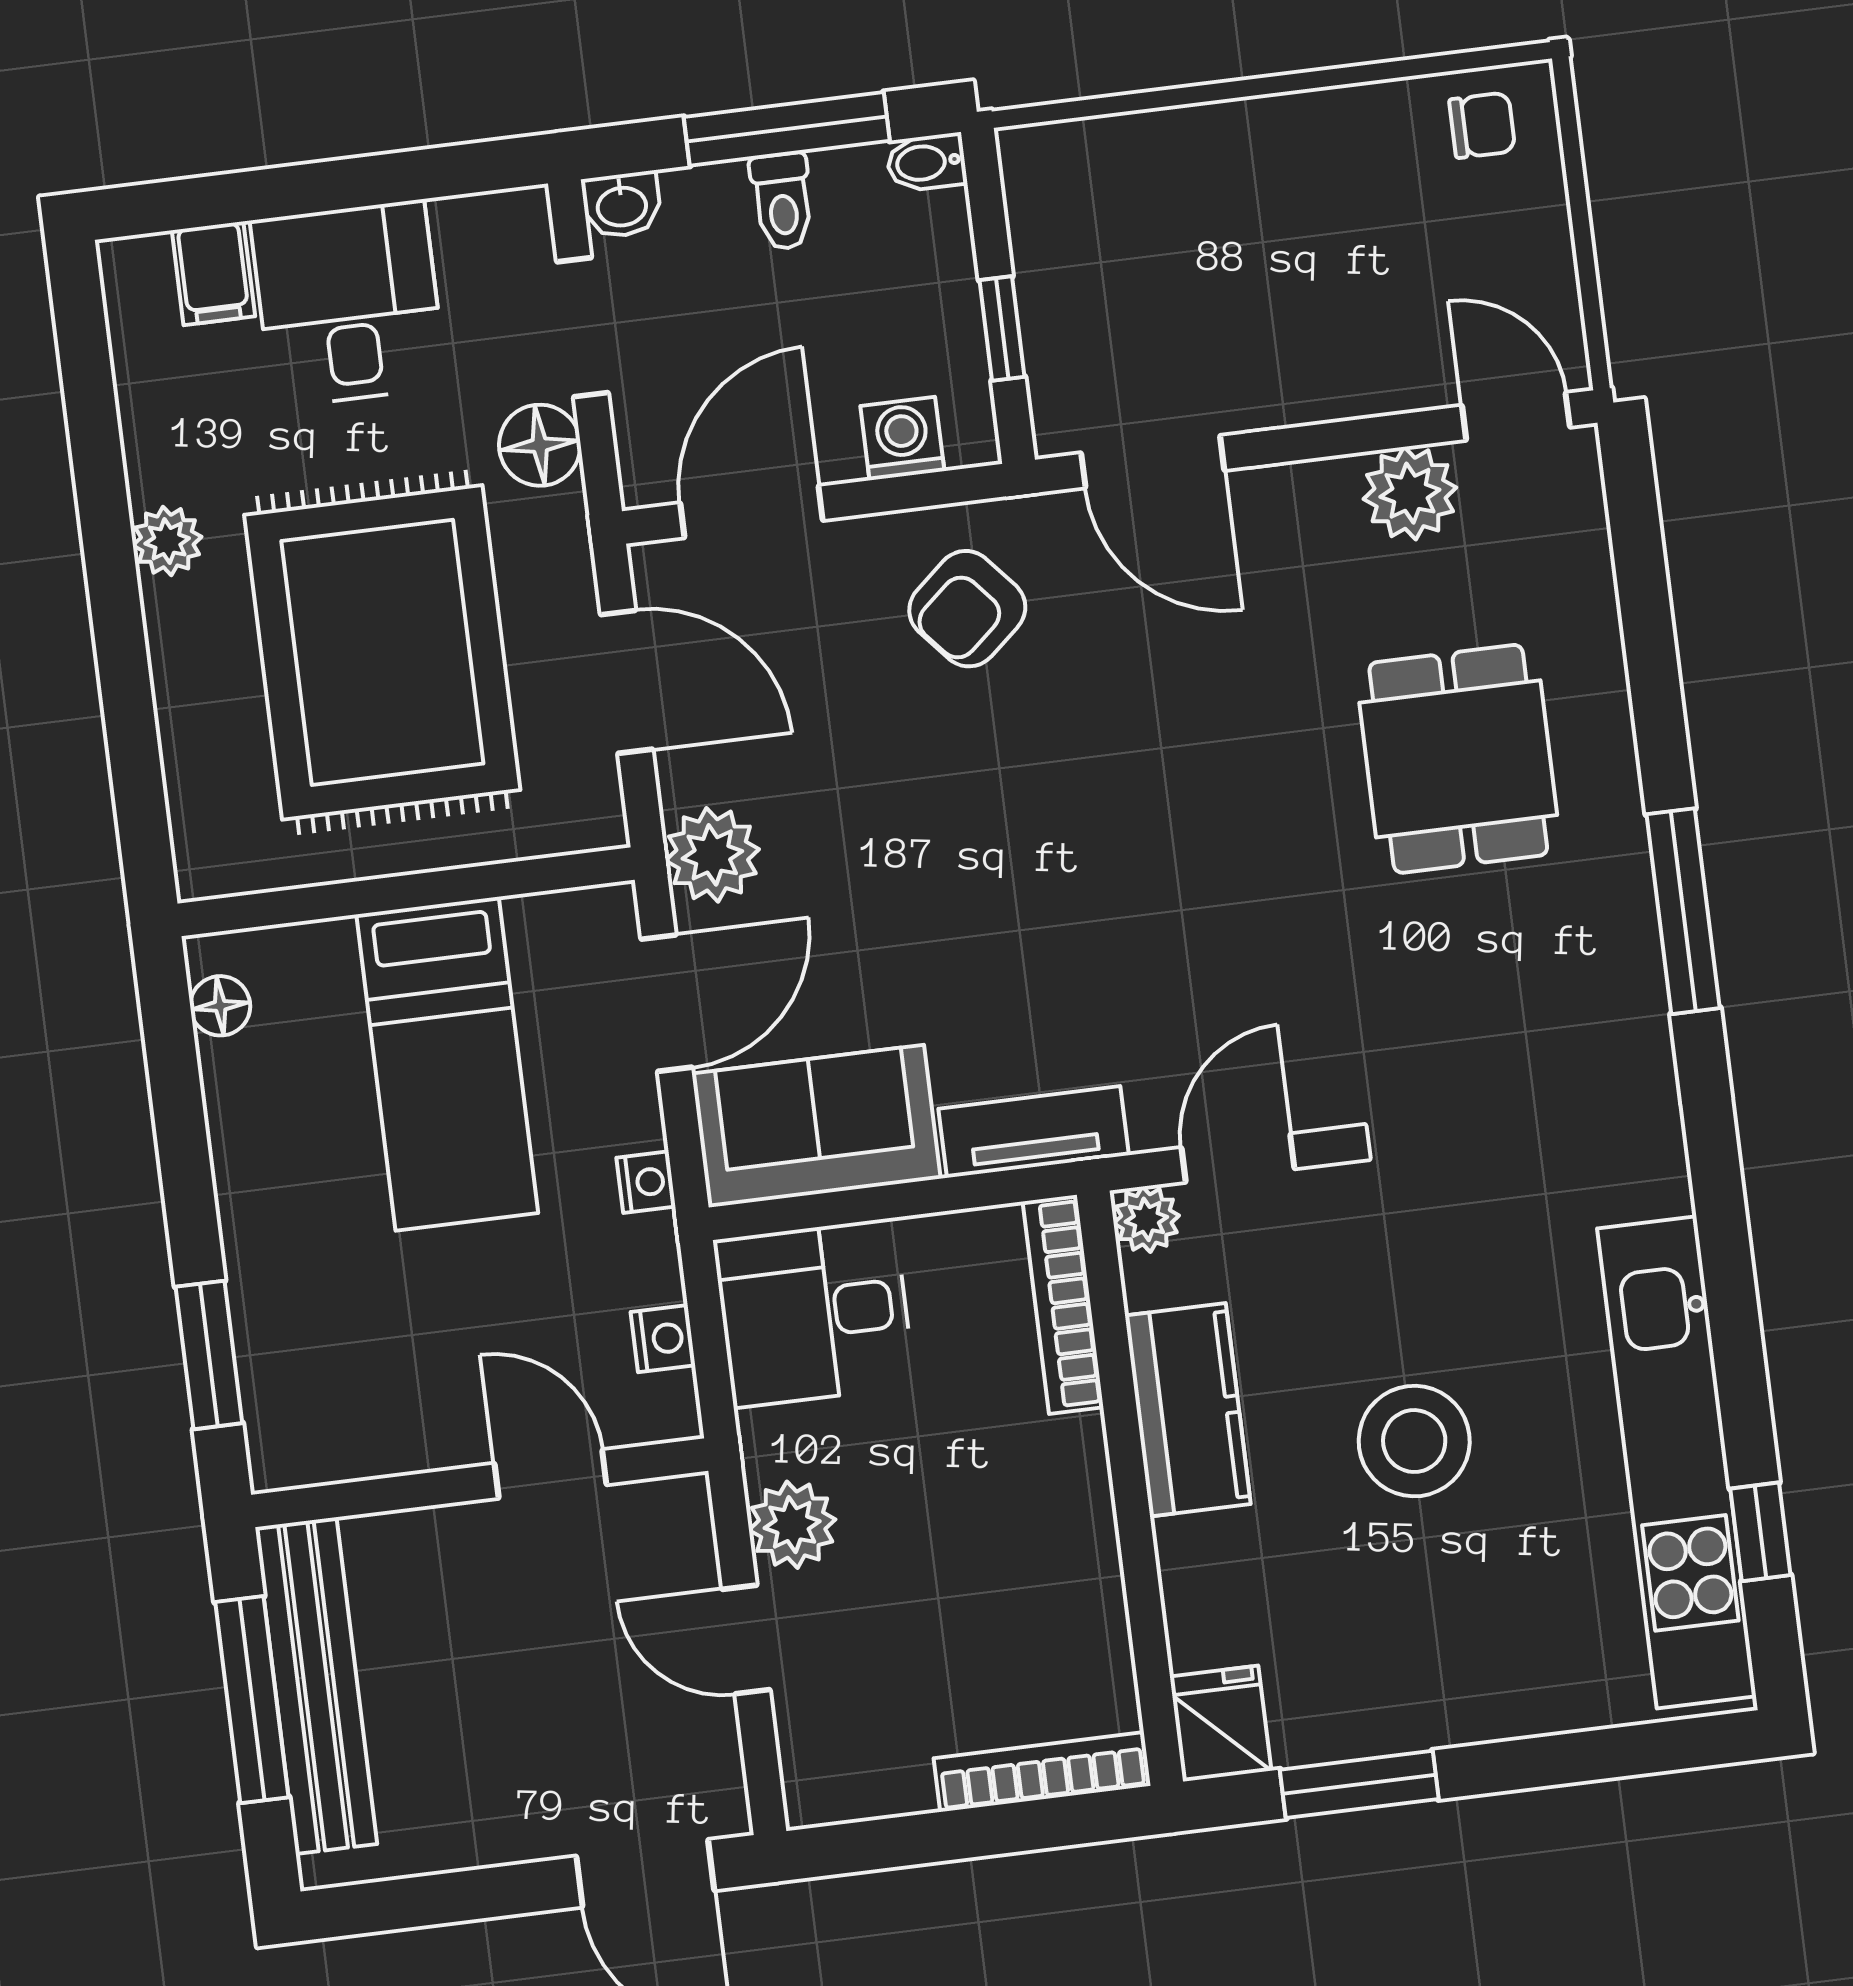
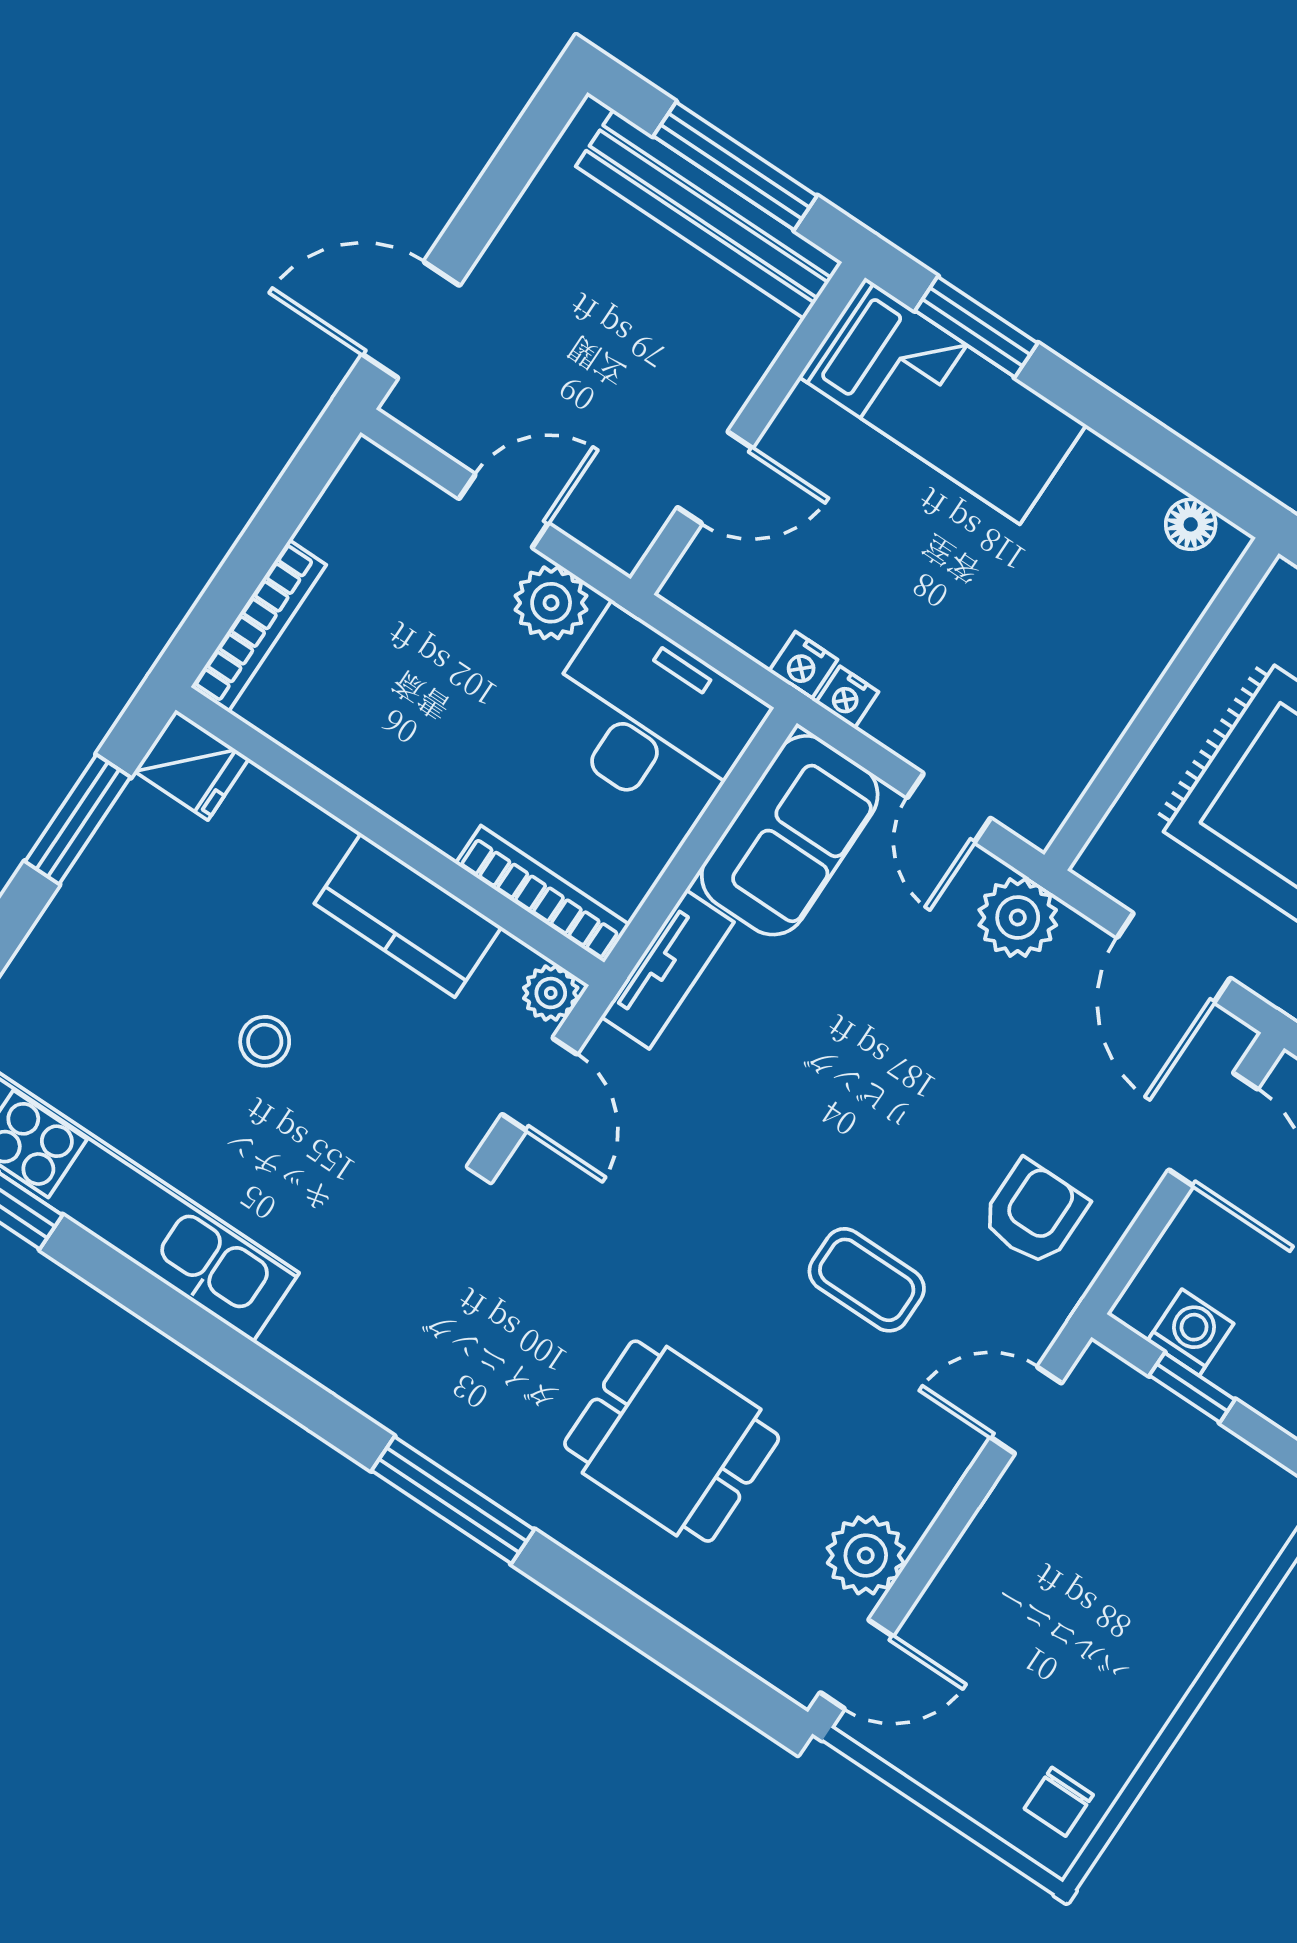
washing machine: (902, 438) -> (1191, 1332), moved, turned -90
door: (1153, 462) -> (1026, 1410), width x0.73
armchair: (967, 609) -> (1034, 1213), turned 41
door: (627, 682) -> (1174, 958), hinge flipped
coffee table: (1159, 708) -> (867, 1280), added
door: (667, 1003) -> (949, 808), width x0.73
bed: (447, 1064) -> (942, 401), moved, turned 180
desk: (814, 1313) -> (651, 717), width x1.37
nightstand: (663, 1339) -> (803, 665), moved
stool: (1414, 1441) -> (265, 1041), width x0.53, depth x0.53

